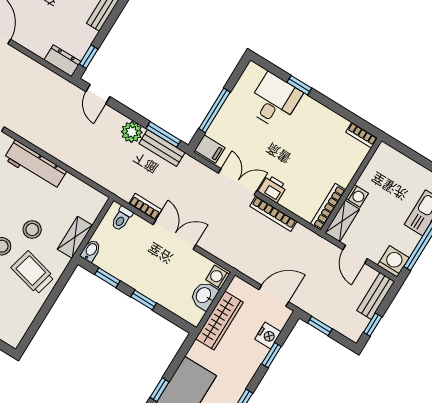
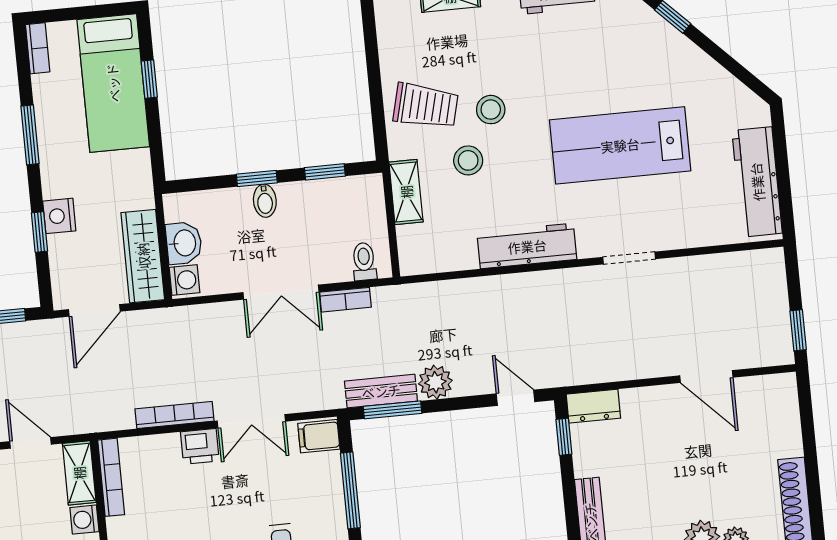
bidet: (91, 251) -> (265, 201), moved
wardrobe: (219, 320) -> (143, 256), moved
nightstand: (268, 336) -> (59, 216), moved

